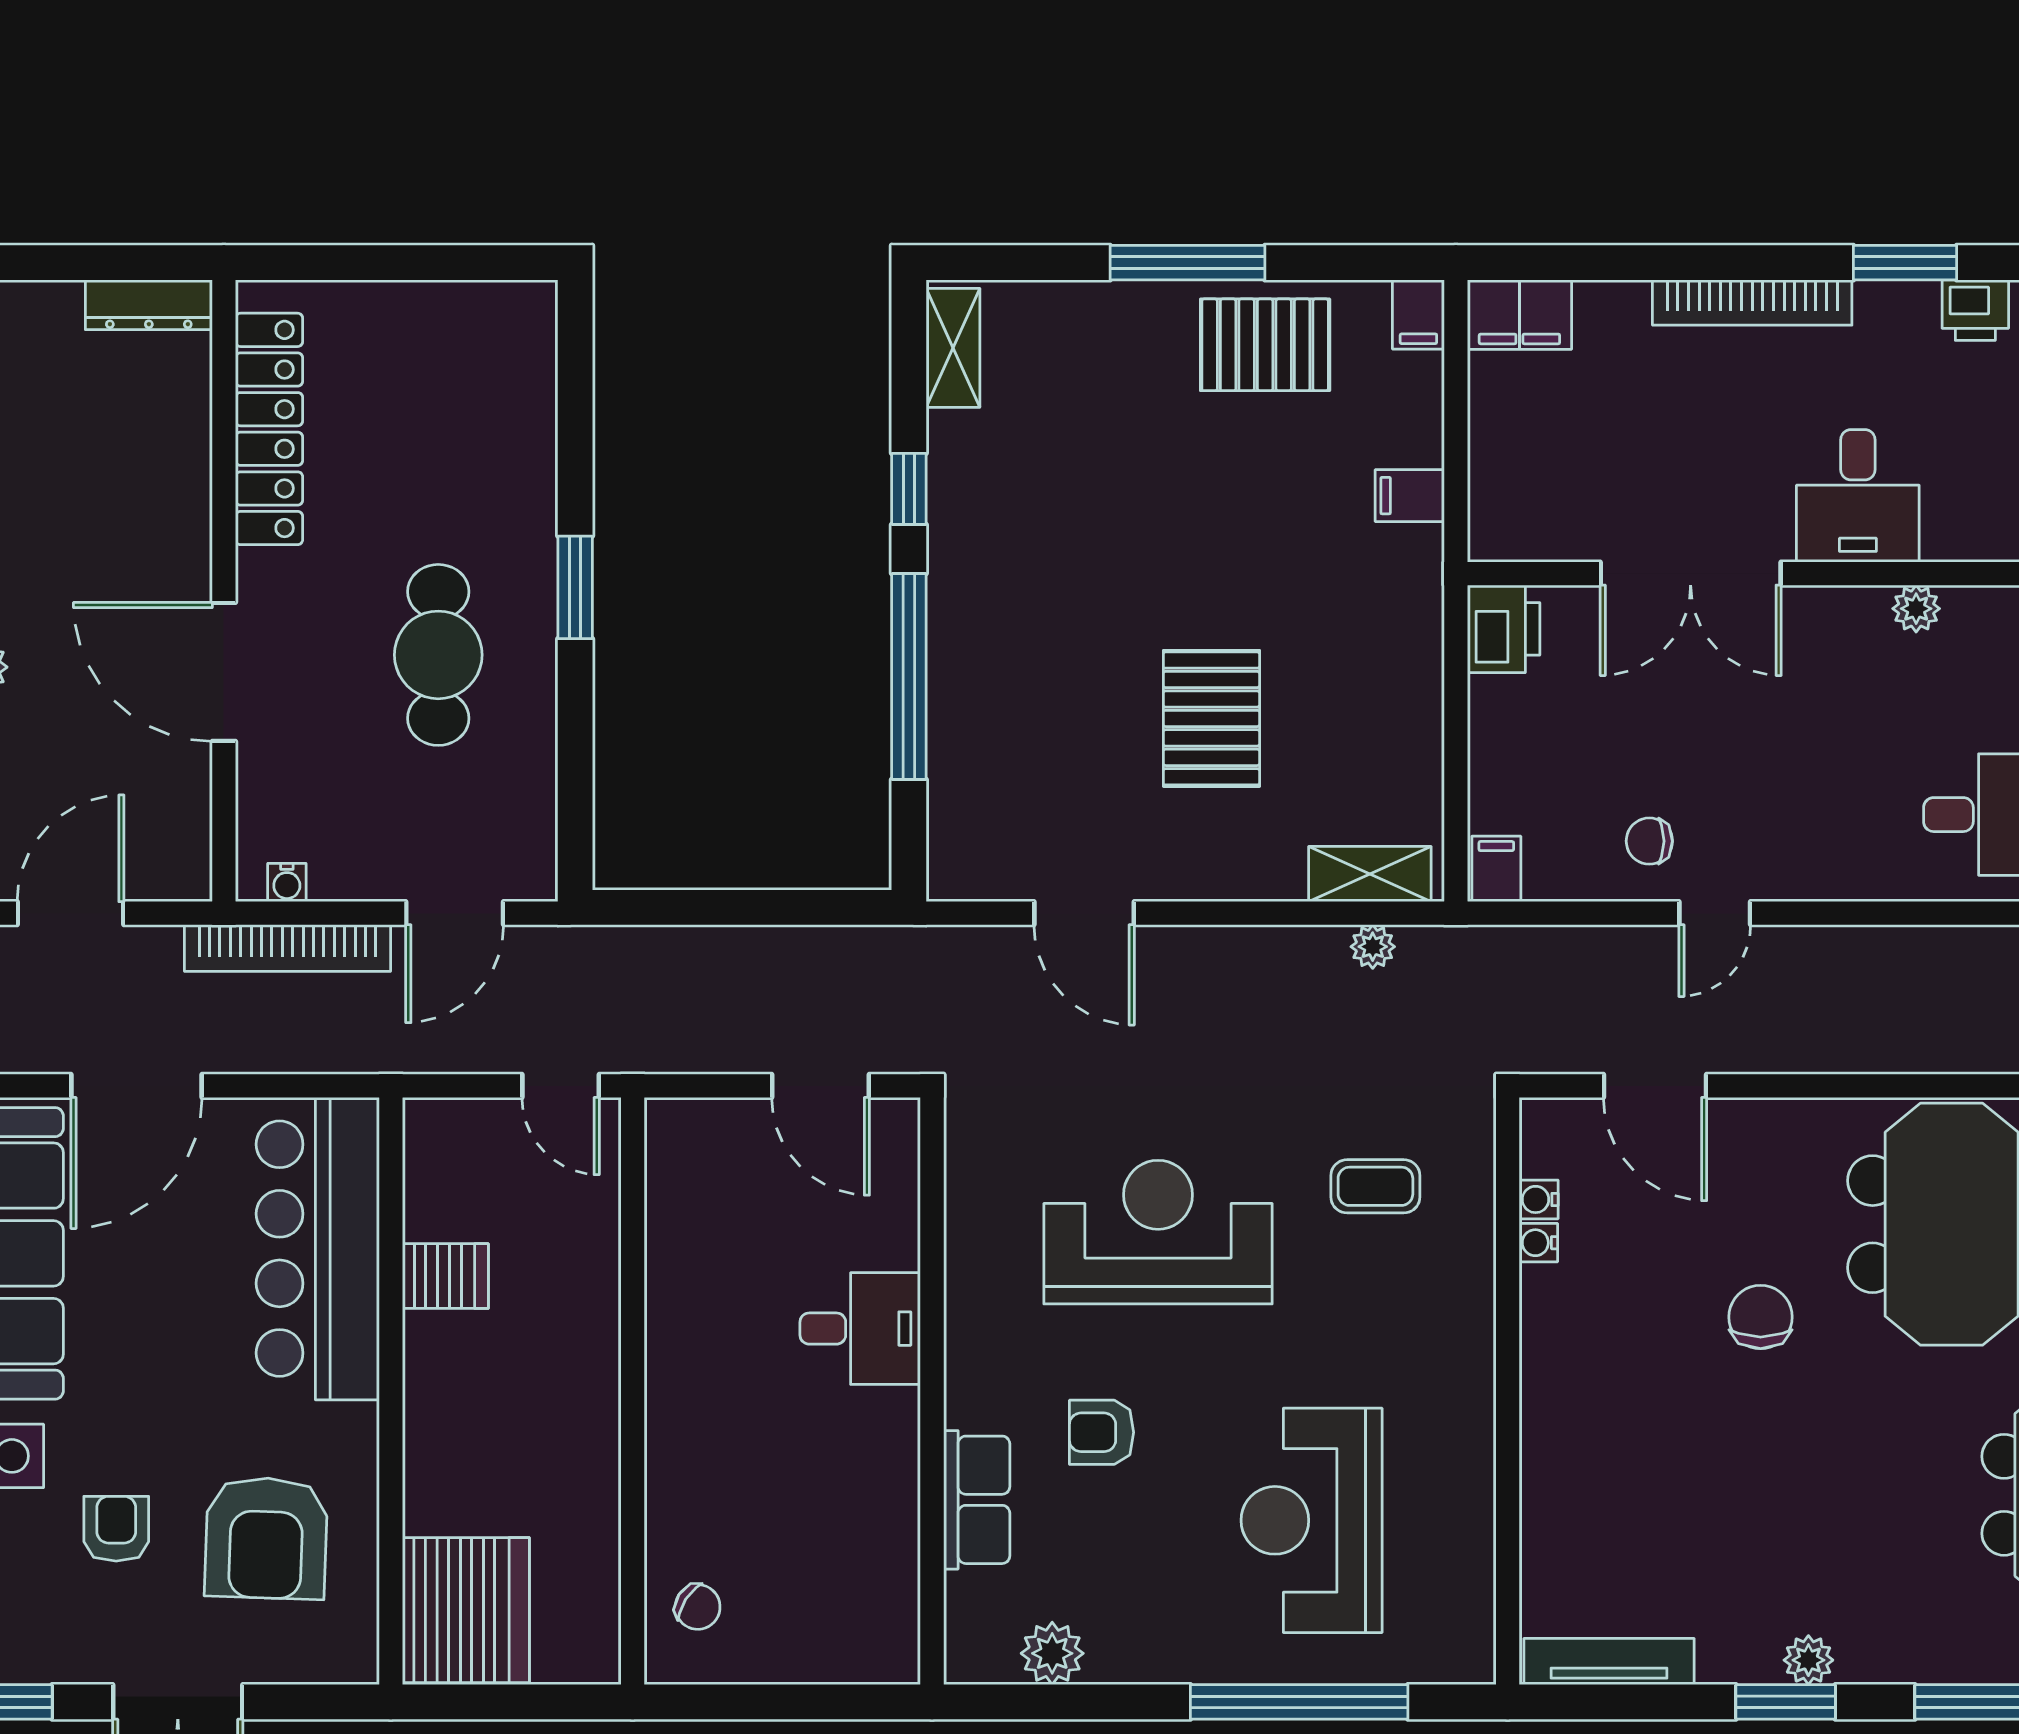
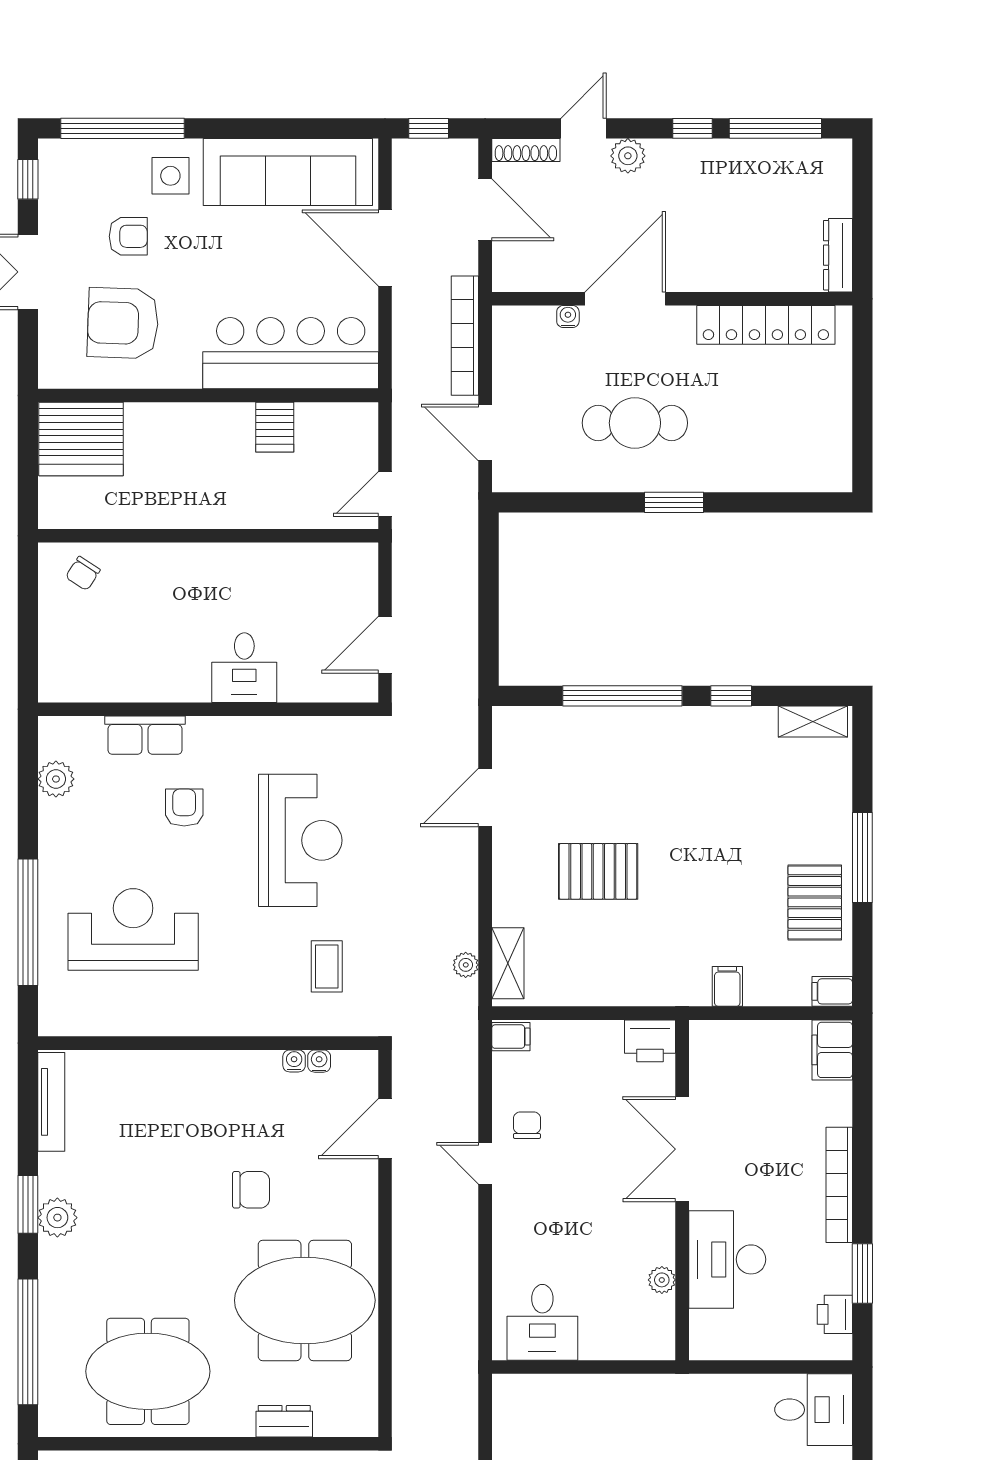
desk: (1858, 496) -> (727, 1259), width x1.37
water cooler: (287, 882) -> (568, 317), moved, turned 90
plant: (1808, 1660) -> (57, 1218), width x1.38, depth x1.38

